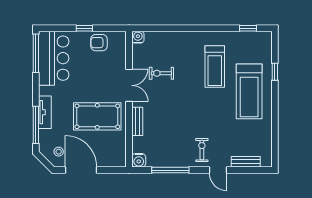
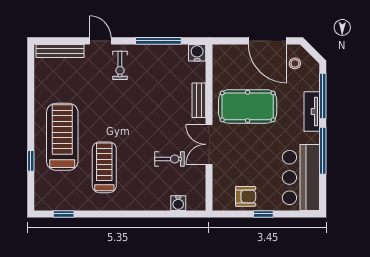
water cooler: (138, 37) -> (178, 203), moved
window: (36, 53) -> (323, 151), moved
bench: (246, 162) -> (60, 51), width x1.36

